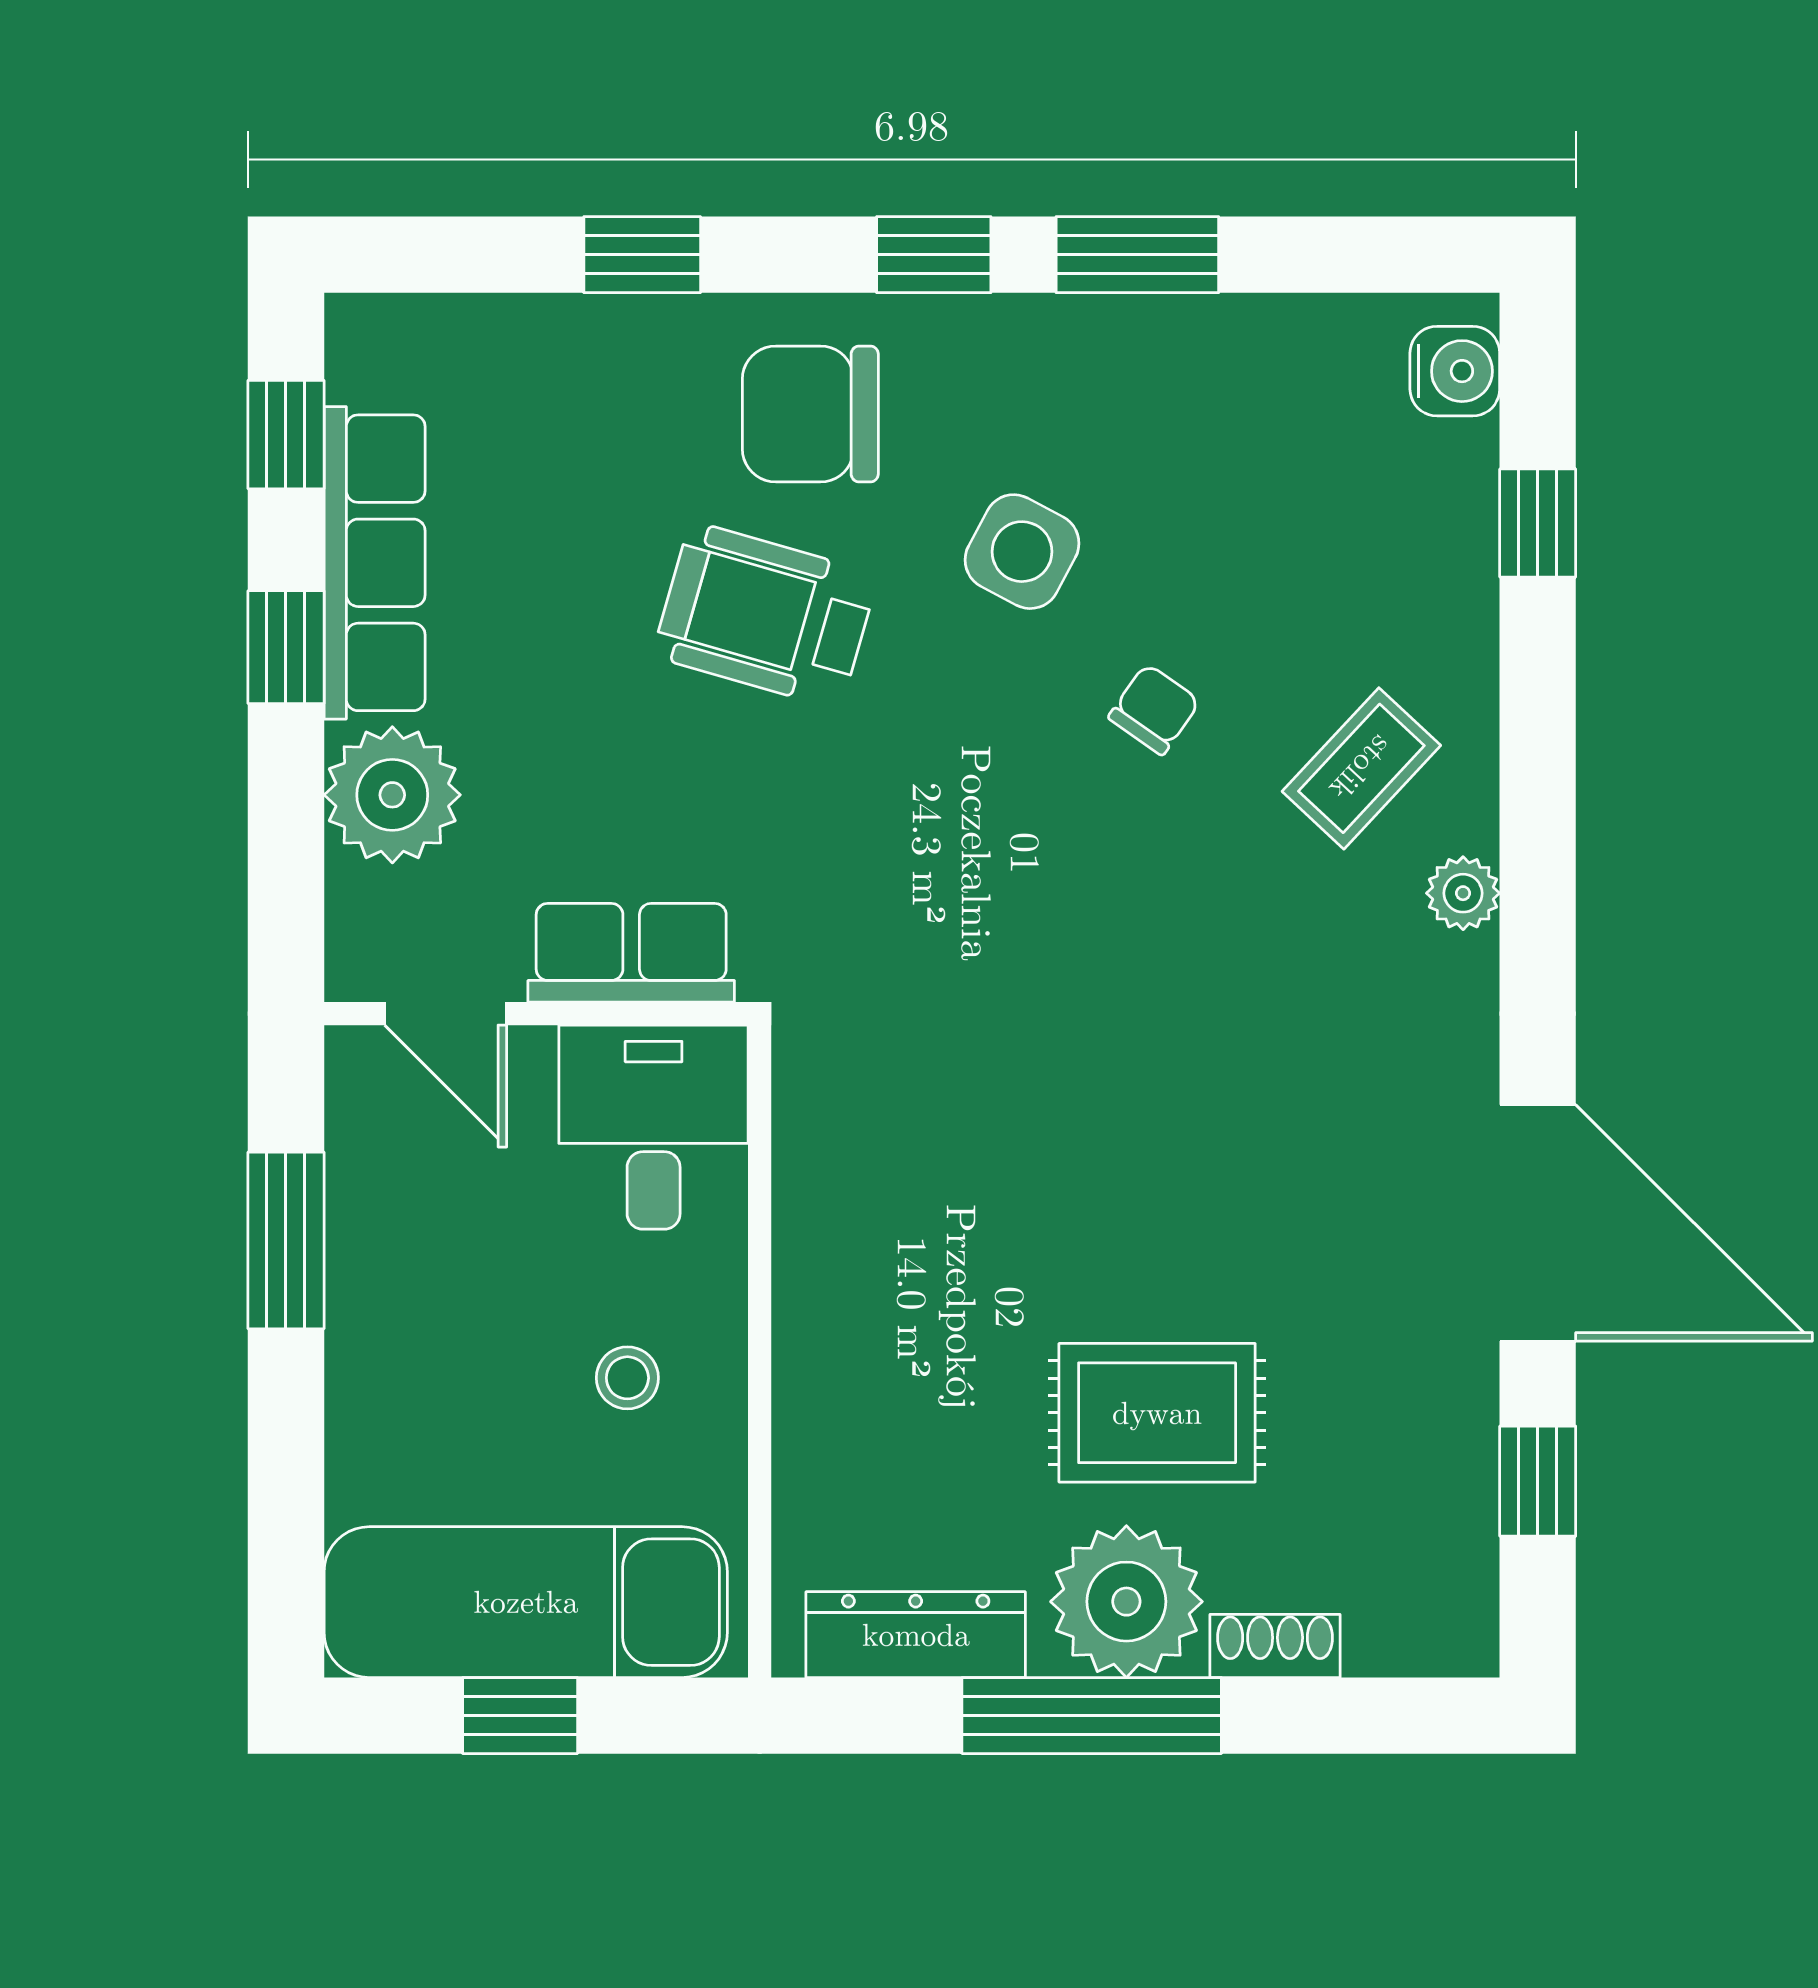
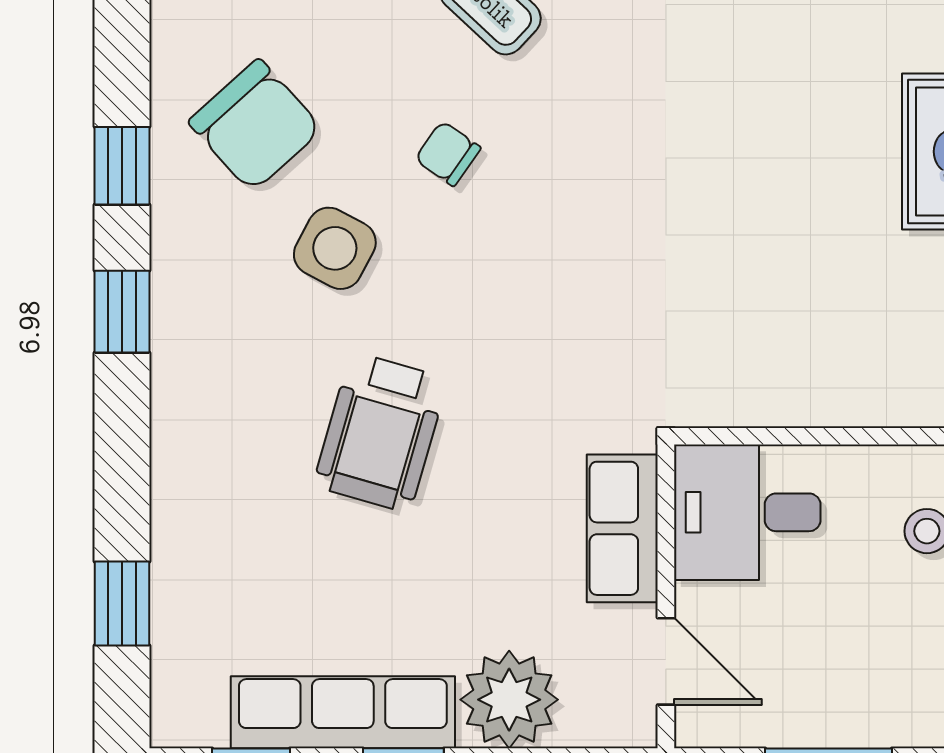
window: (642, 255) -> (122, 603), moved
window: (1137, 255) -> (122, 166), width x0.67
chair: (810, 414) -> (255, 125), moved, turned -42
door: (446, 1014) -> (666, 661), hinge flipped

